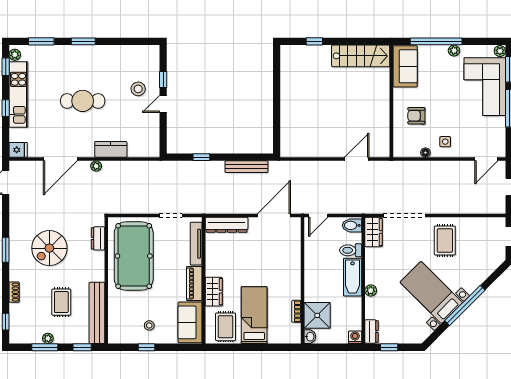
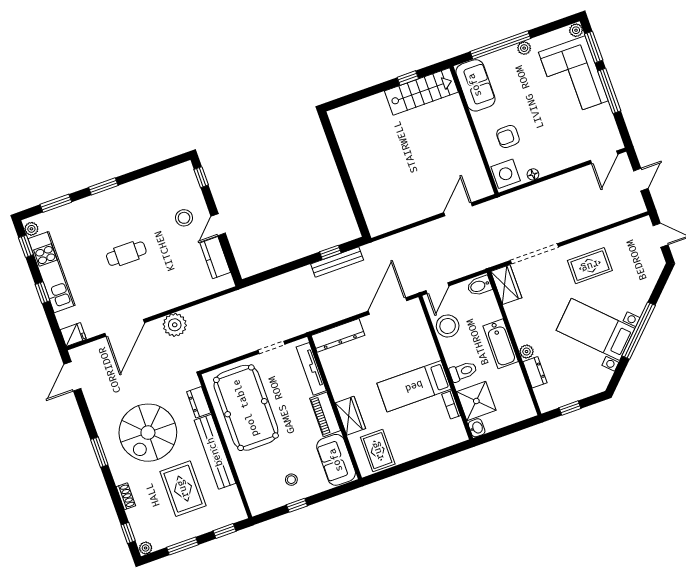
window: (314, 41) -> (408, 78), moved
window: (163, 79) -> (201, 177), moved
cafe table: (83, 101) -> (126, 254), width x0.73, depth x0.74
side table: (445, 142) -> (506, 174), moved, width x1.87, depth x1.87
kitchen counter: (111, 149) -> (215, 258), moved, turned -90
window: (201, 157) -> (330, 252), moved
plant: (96, 166) -> (175, 325), width x1.88, depth x1.88
rug: (445, 241) -> (590, 266), turned 90
spiral stairs: (49, 248) -> (148, 433), width x1.37, depth x1.37
stool: (316, 248) -> (448, 326), added
toilet: (351, 250) -> (463, 371), moved, turned 180
rug: (61, 302) -> (183, 489), width x1.36, depth x1.43
bench: (97, 313) -> (215, 452), moved
bed: (254, 315) -> (414, 386), moved, turned -90
dresser: (372, 331) -> (535, 372), moved
washing machine: (355, 337) -> (528, 410), removed
plant: (48, 338) -> (146, 548), moved

